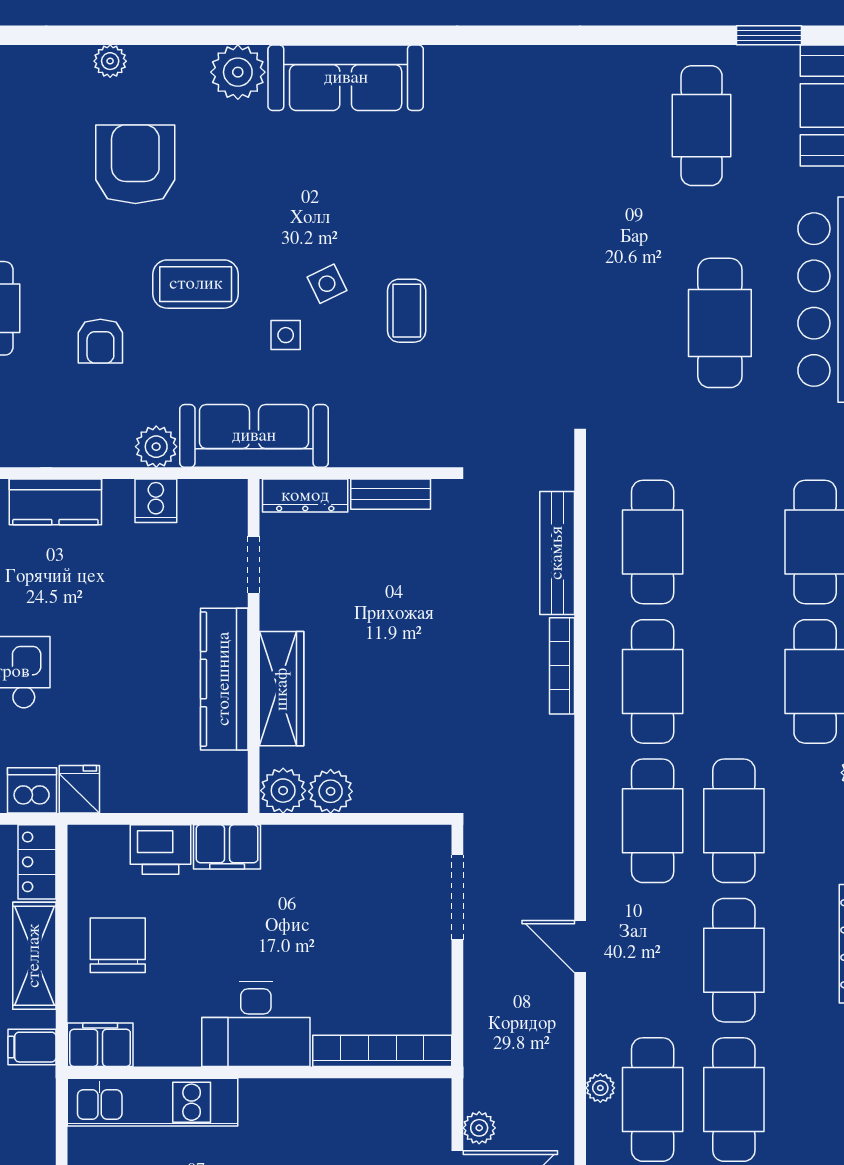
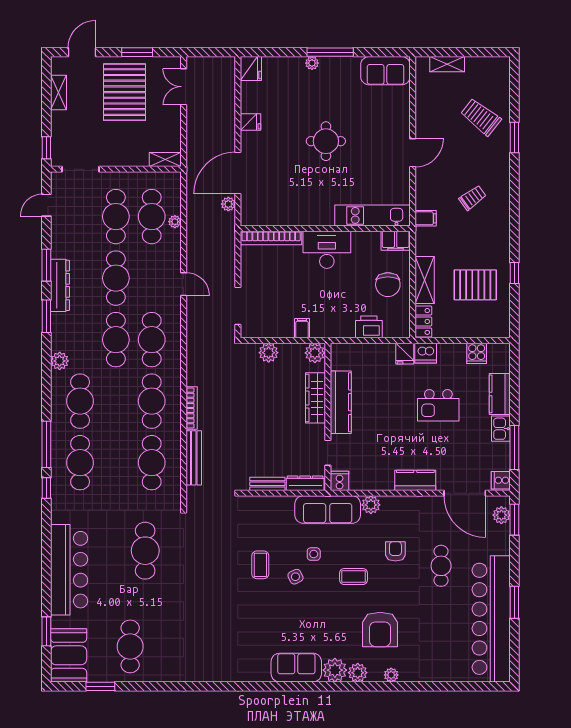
plant: (186, 66) -> (358, 673), added
sofa: (346, 78) -> (296, 668), width x0.73
coffee table: (196, 284) -> (353, 577), width x0.73, depth x0.77
cafe table: (720, 323) -> (145, 551), moved
cooker: (156, 501) -> (340, 481), moved
plant: (331, 791) -> (269, 353), moved
filing cabinet: (227, 847) -> (302, 328), moved, width x0.50
filing cabinet: (32, 1047) -> (426, 218), moved

